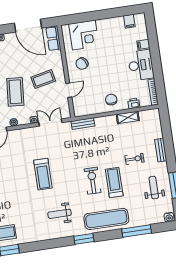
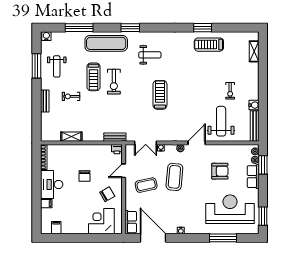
chair: (111, 100) -> (84, 176), moved
printer: (134, 103) -> (117, 149), moved

